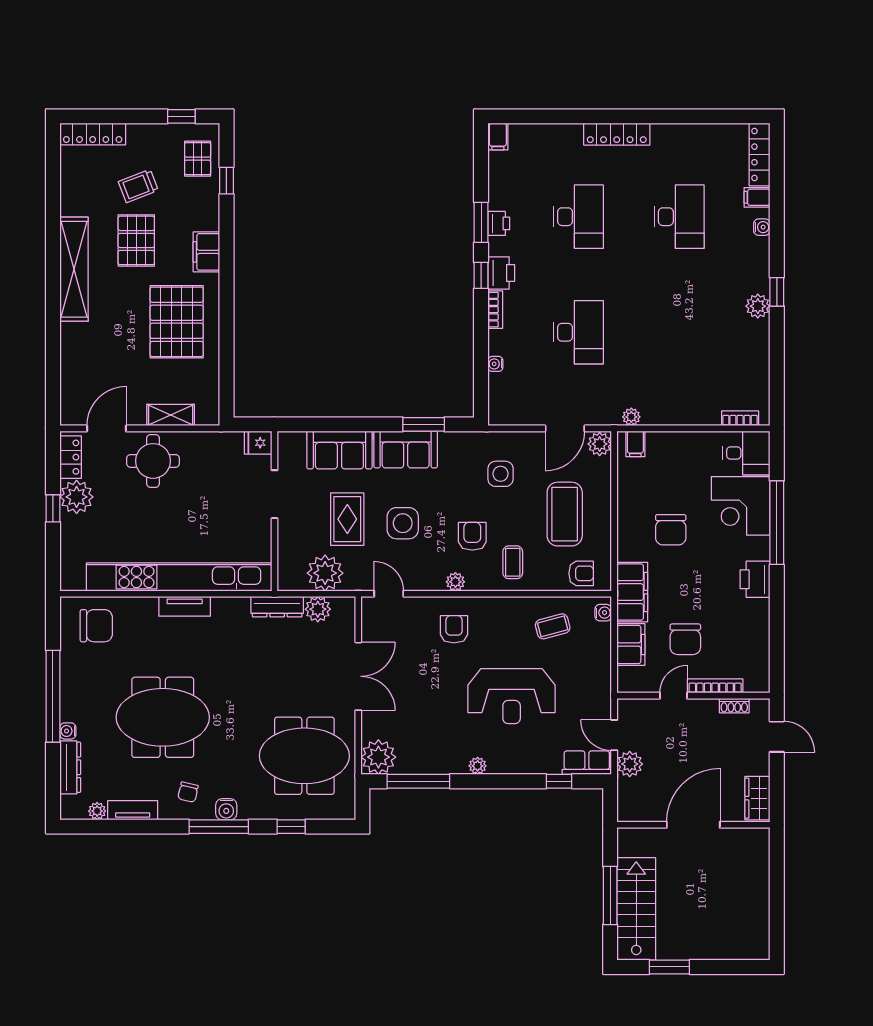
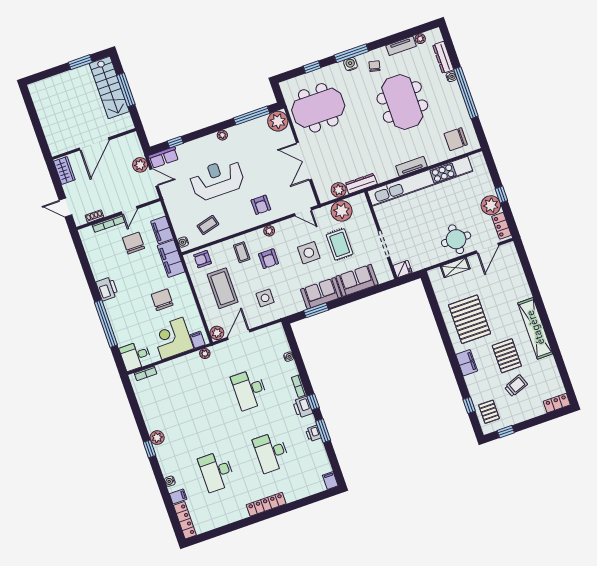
locker: (93, 134) -> (557, 403), width x0.66
corner desk: (741, 506) -> (172, 338), moved, turned -90
meeting table: (163, 717) -> (402, 102), turned 90

